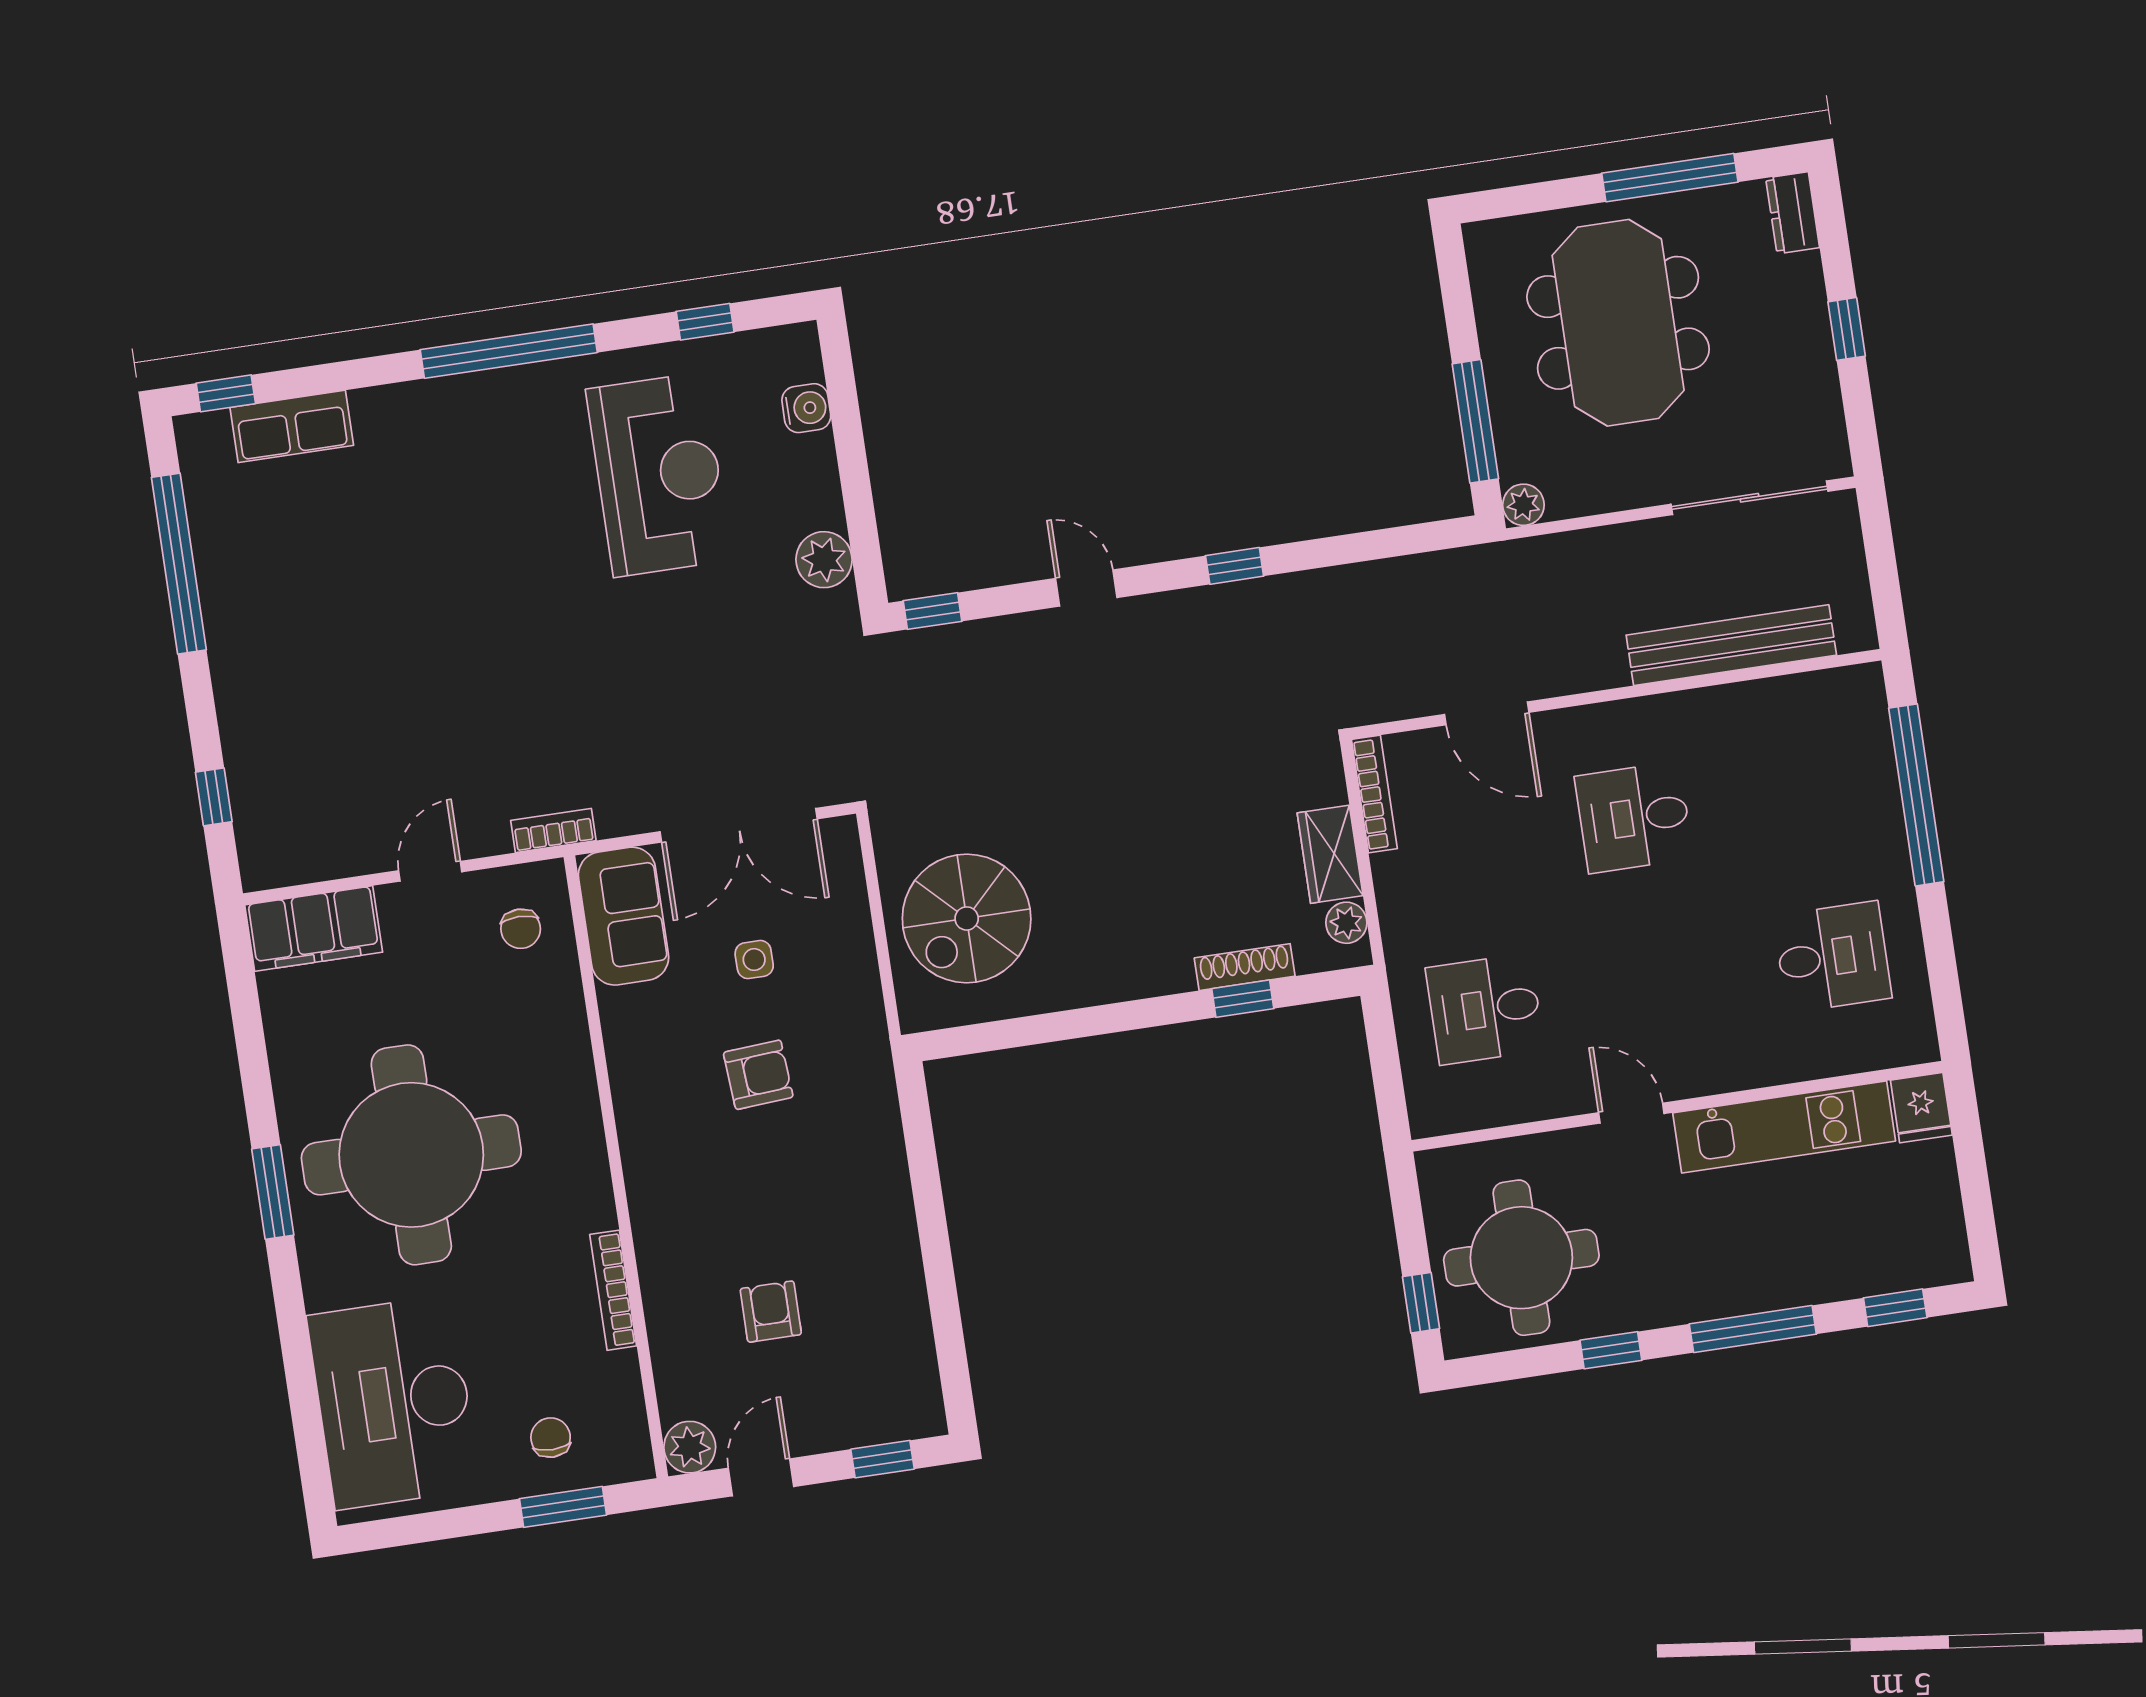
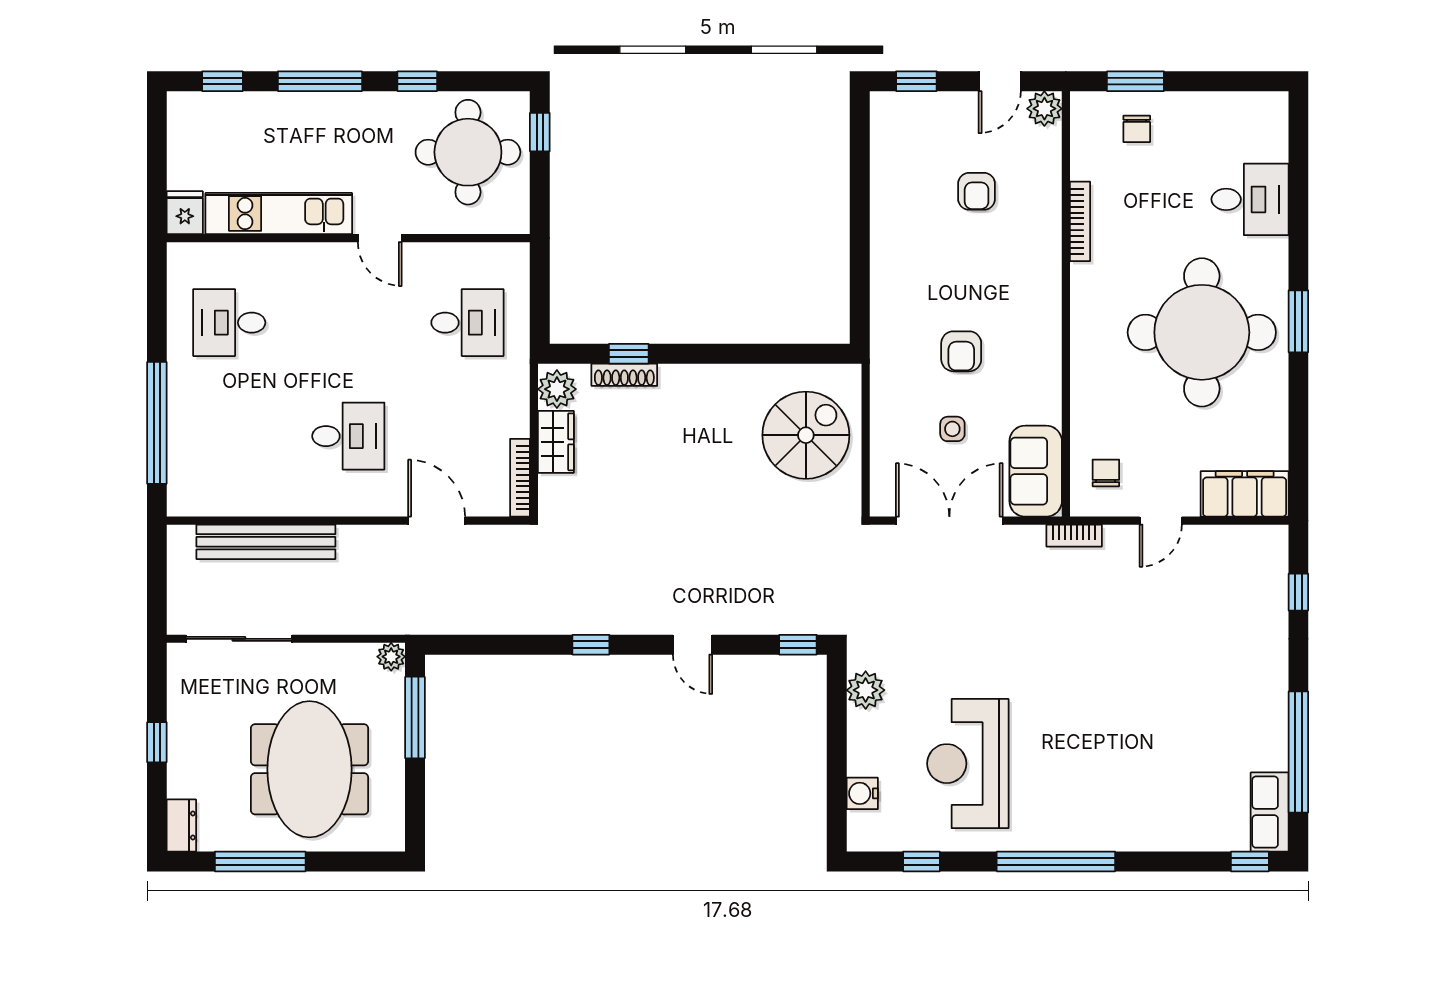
row of seats: (292, 426) -> (1270, 812), moved, turned -90
plant: (1346, 923) -> (557, 389), width x1.38, depth x1.38
armchair: (758, 1075) -> (961, 351), turned -86
desk: (394, 1402) -> (1250, 199), width x0.53, depth x0.77

